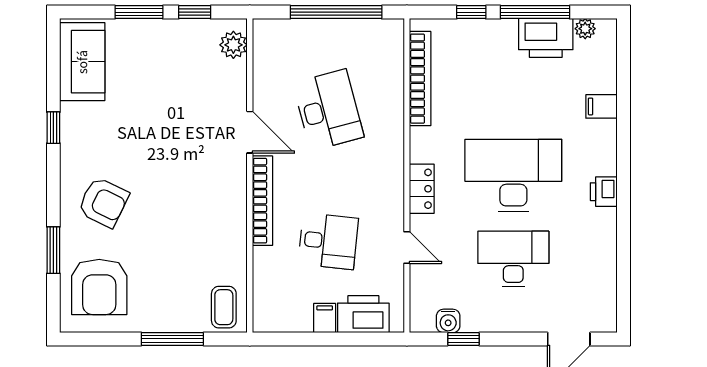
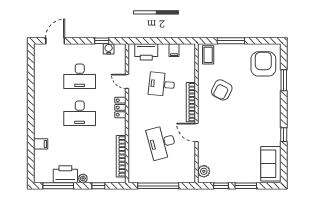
window: (535, 12) -> (58, 186), moved
plant: (585, 29) -> (83, 178), moved
desk: (513, 176) -> (80, 113), width x0.73, depth x0.77
printer: (604, 192) -> (40, 106), removed
armchair: (103, 202) -> (222, 90), moved, turned -89
filing cabinet: (325, 318) -> (174, 50), moved

